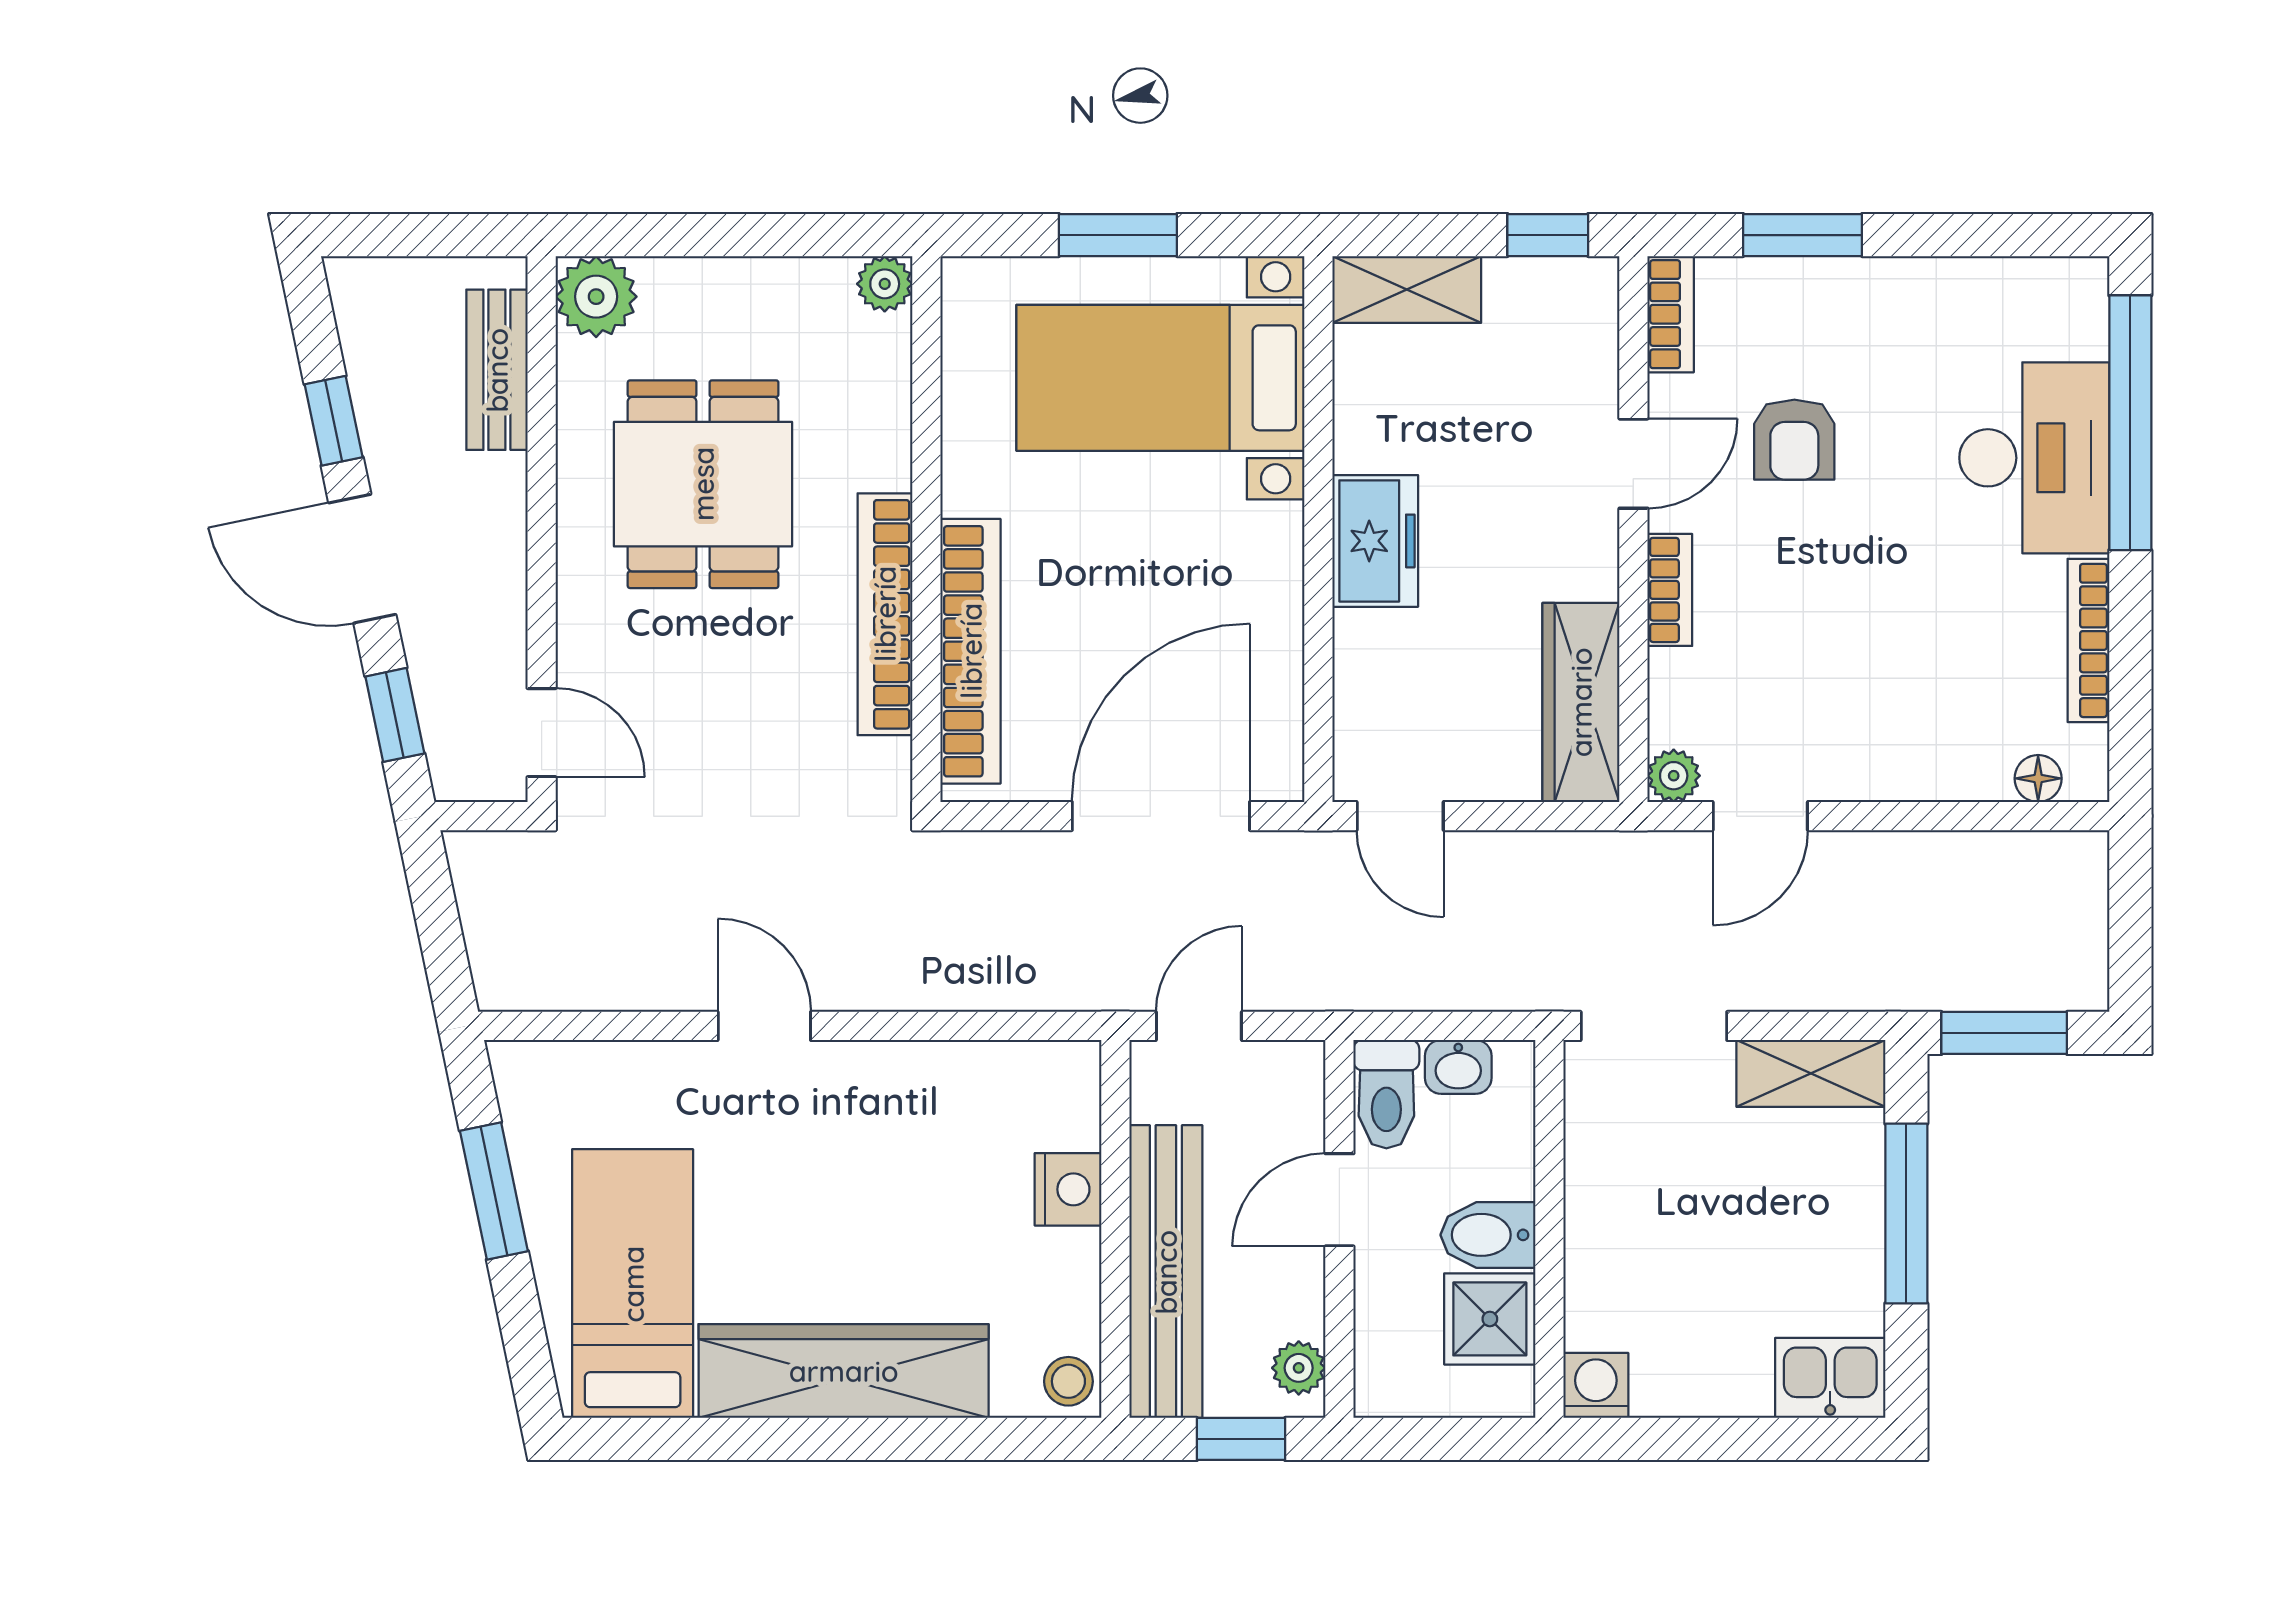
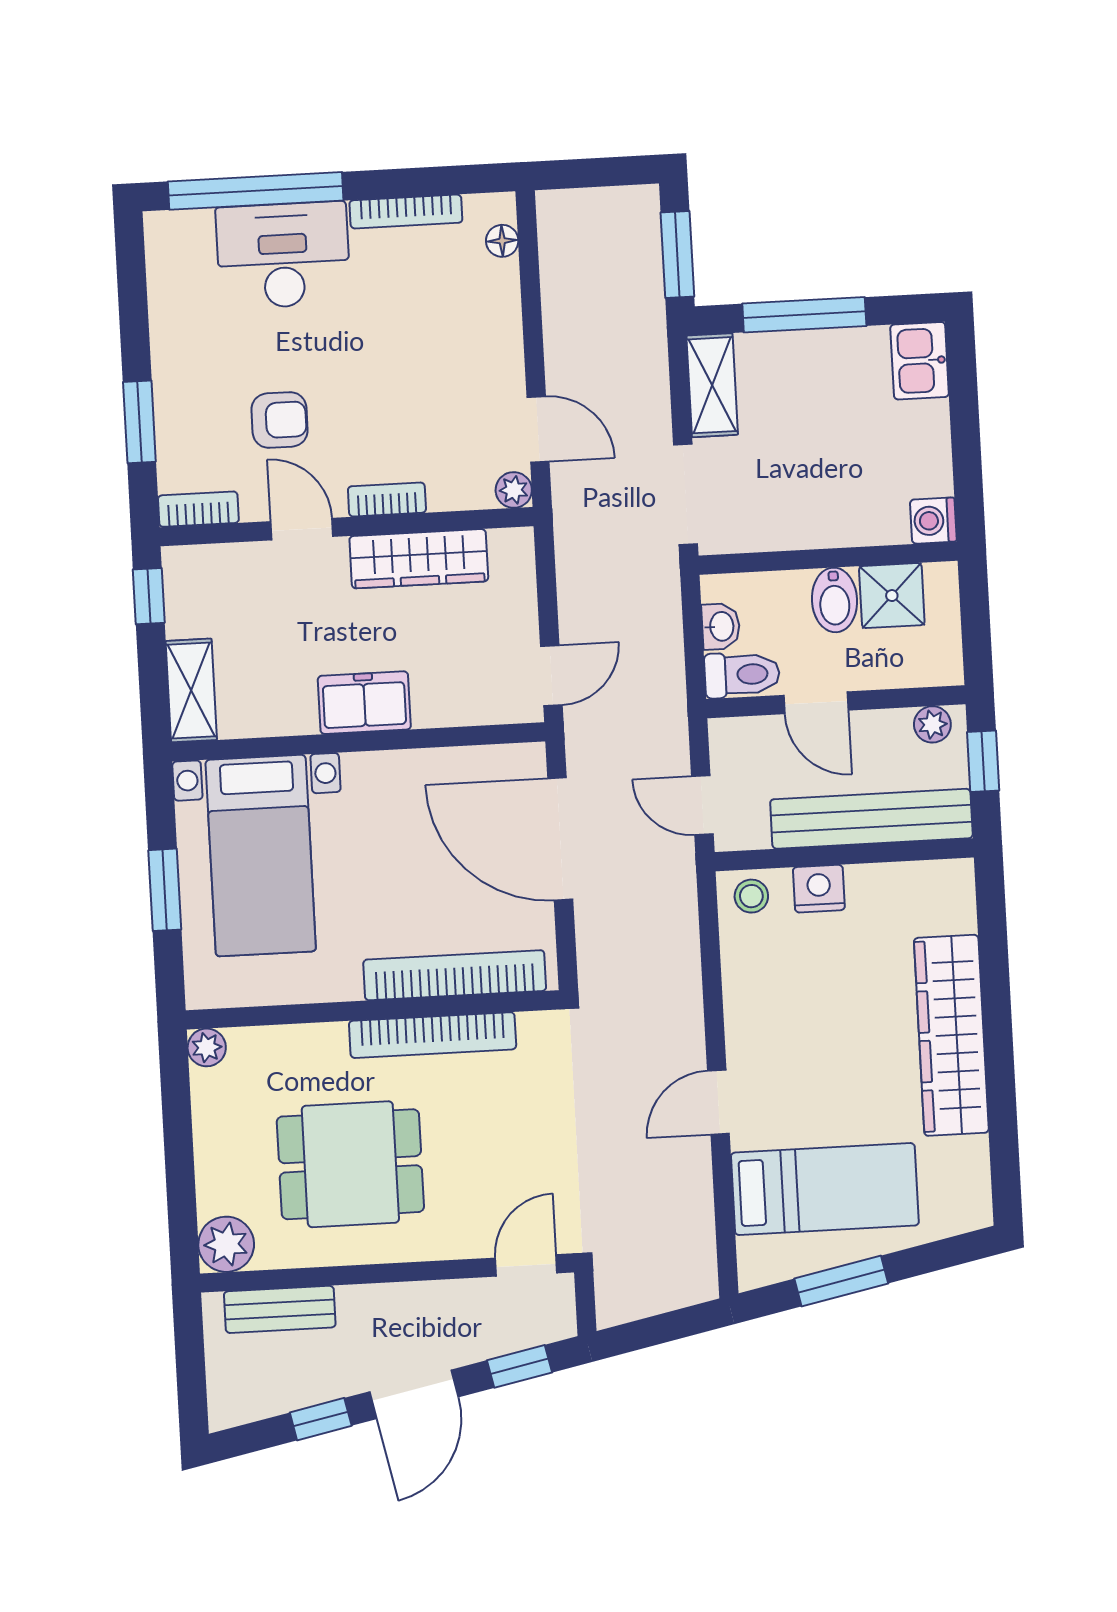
wardrobe: (1581, 702) -> (419, 559), moved
bed: (633, 1284) -> (825, 1189), moved, turned 180
stool: (1068, 1381) -> (751, 896), moved

